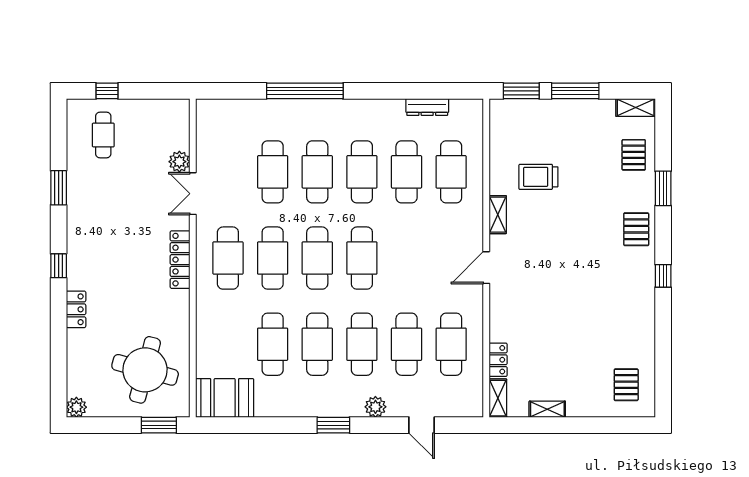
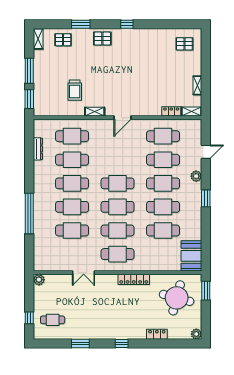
plant: (179, 162) -> (39, 280), moved
locker: (180, 260) -> (134, 279), moved
door: (486, 268) -> (123, 118), hinge flipped
locker: (76, 309) -> (157, 334), moved

